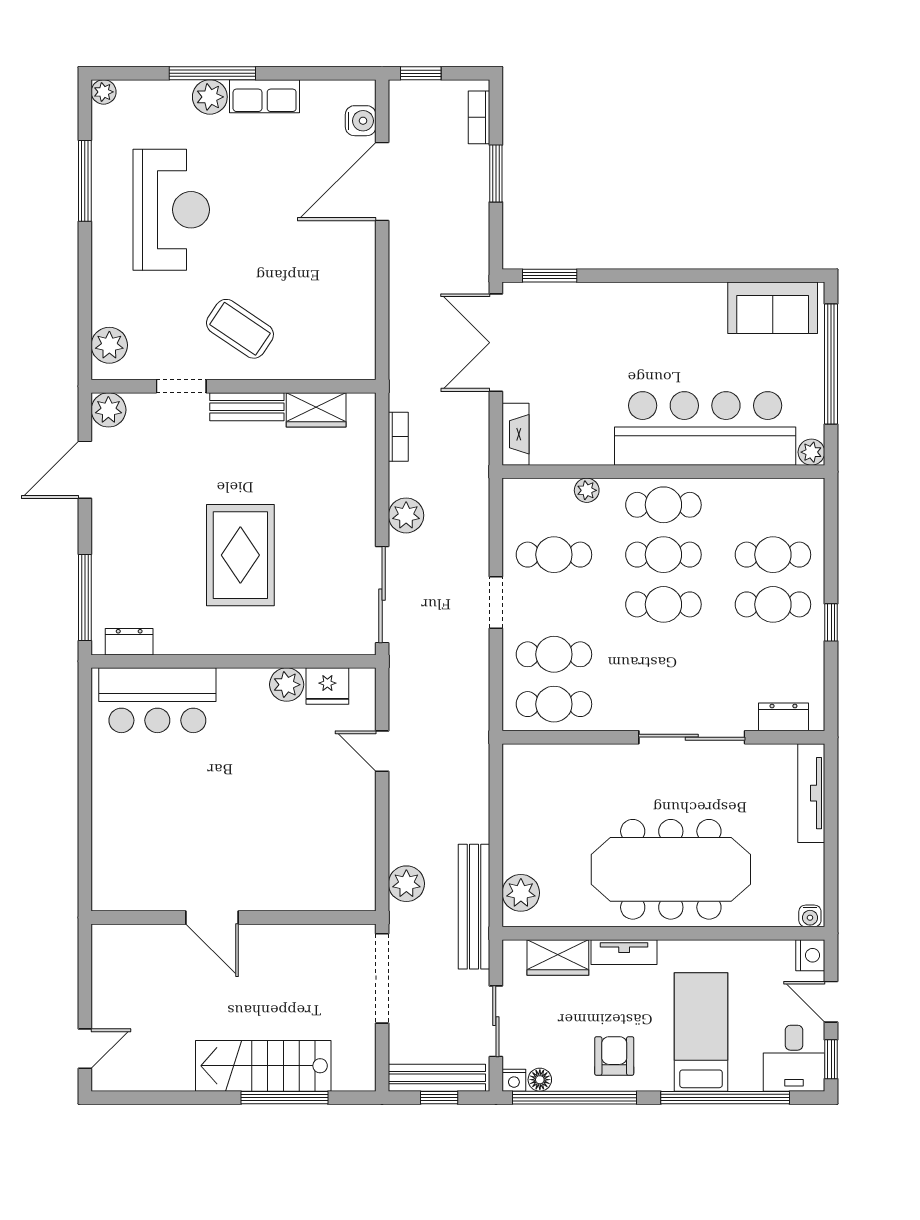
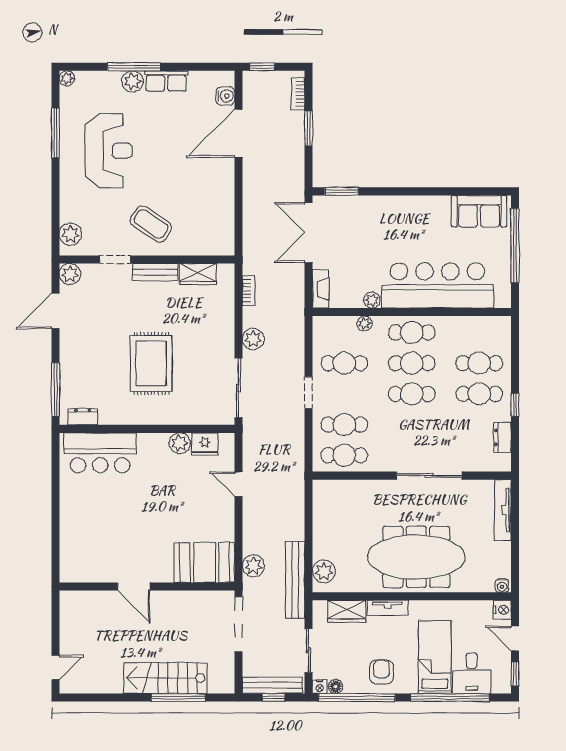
plant: (811, 452) -> (372, 300), moved
dresser: (783, 717) -> (502, 437), moved, turned -90
booth: (327, 878) -> (204, 563), added
desk: (794, 1058) -> (472, 673), moved

